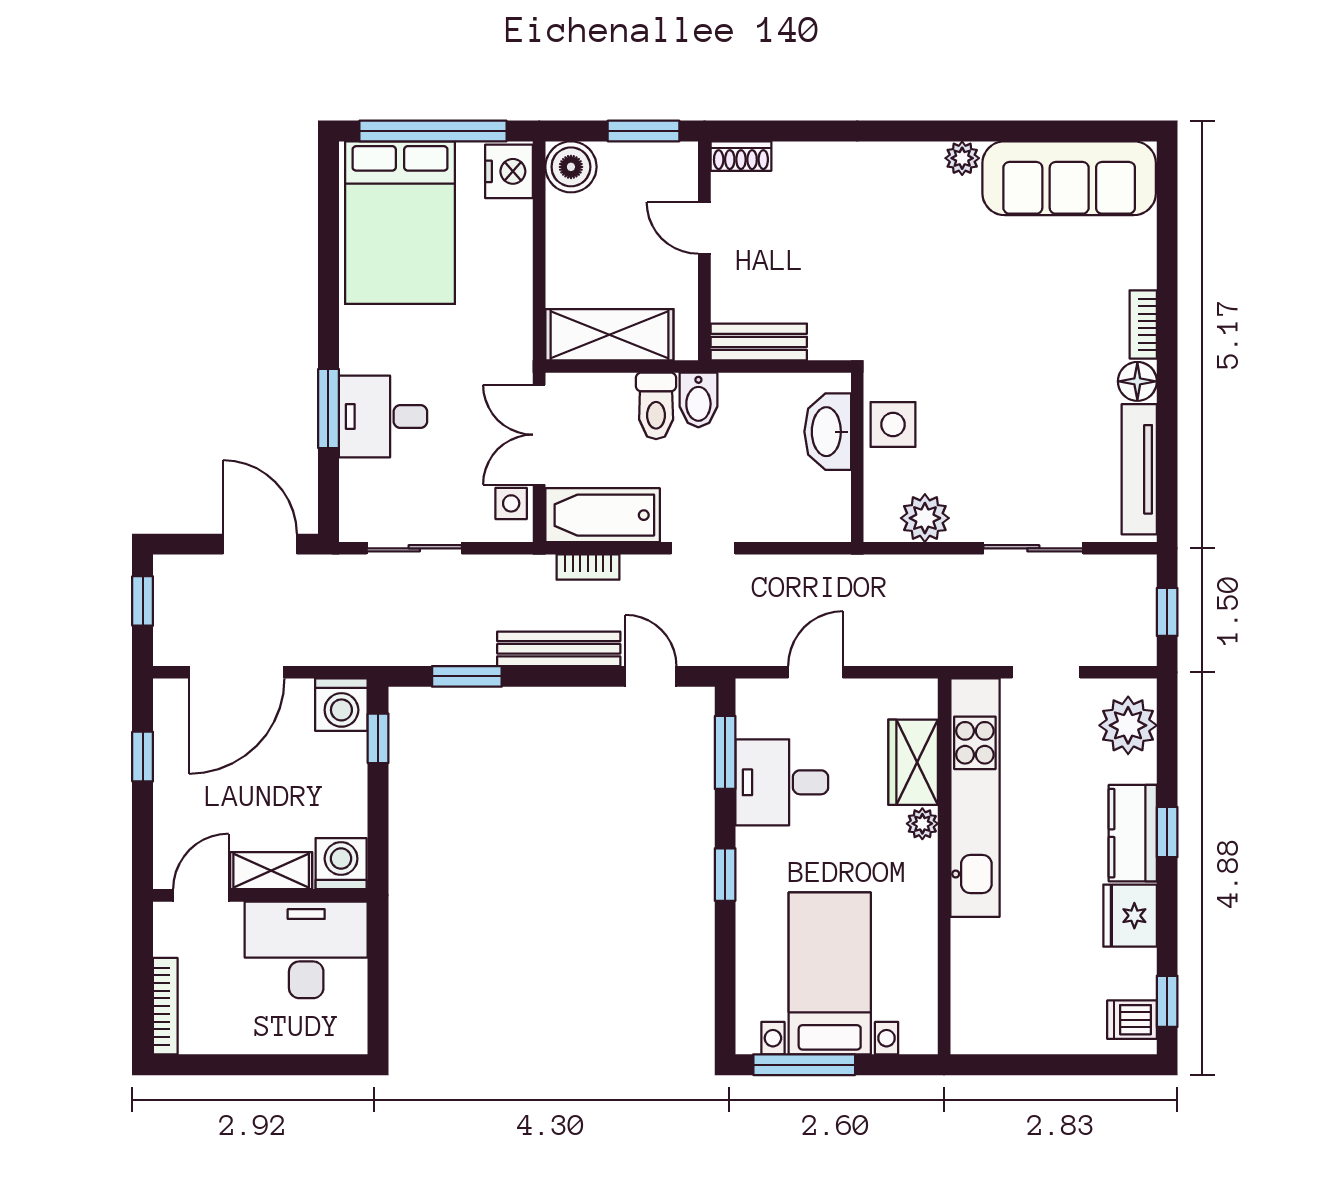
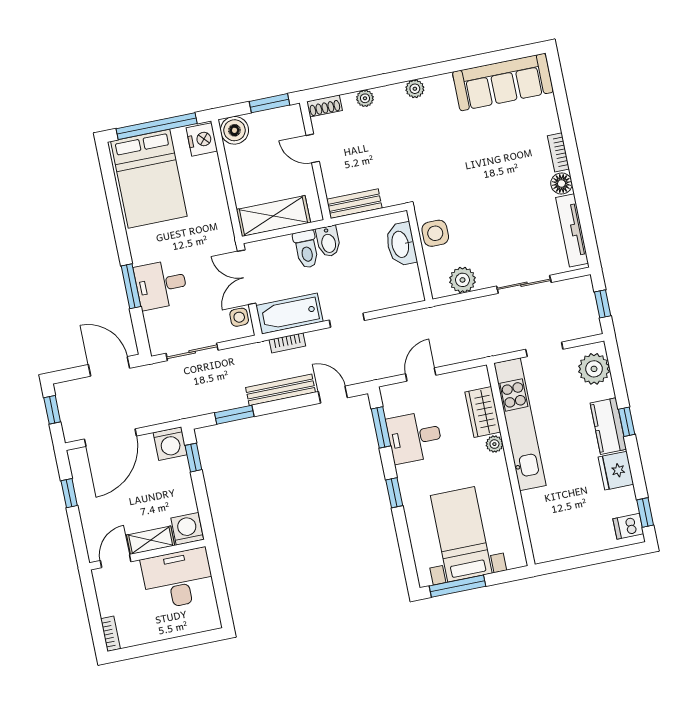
plant: (816, 157) -> (365, 98), added
plant: (962, 158) -> (415, 89), moved
bookcase: (165, 1006) -> (110, 634), width x0.64

